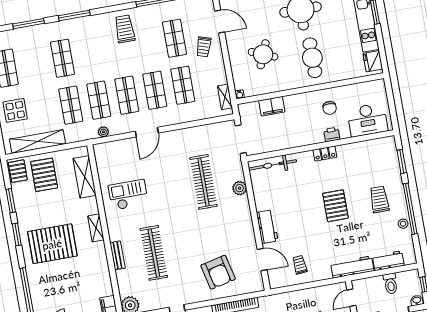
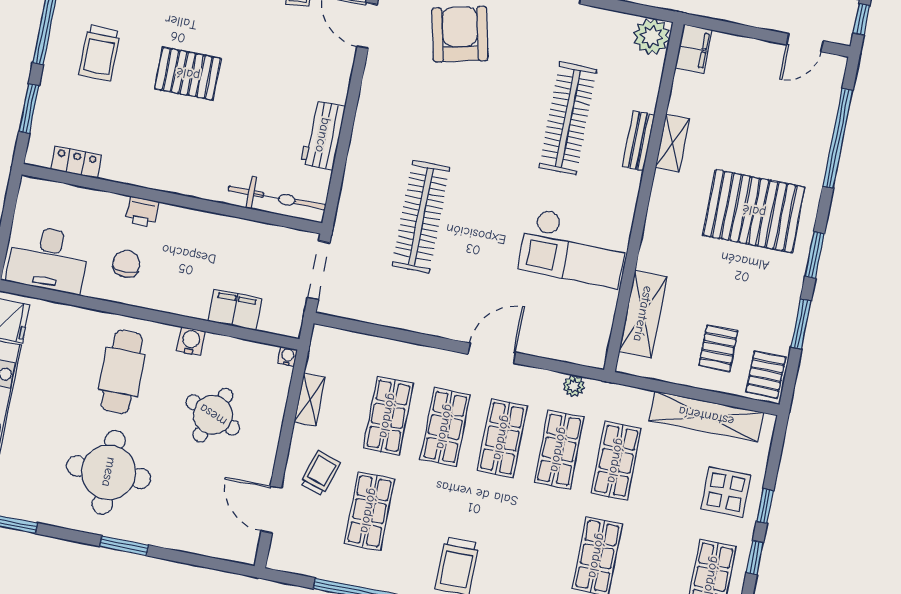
water cooler: (286, 84) -> (191, 341), added
shelving: (225, 97) -> (310, 400), moved
desk: (367, 120) -> (48, 259), moved, turned 180
locker: (325, 154) -> (76, 162), moved
pallet: (44, 175) -> (718, 348), width x0.67, depth x0.71
plant: (240, 188) -> (357, 178), removed
checkout: (128, 195) -> (573, 248), width x1.36, depth x1.21
pallet: (335, 206) -> (188, 74), turned 90
workbench: (267, 227) -> (323, 135), moved
shelving: (96, 228) -> (672, 143), moved

